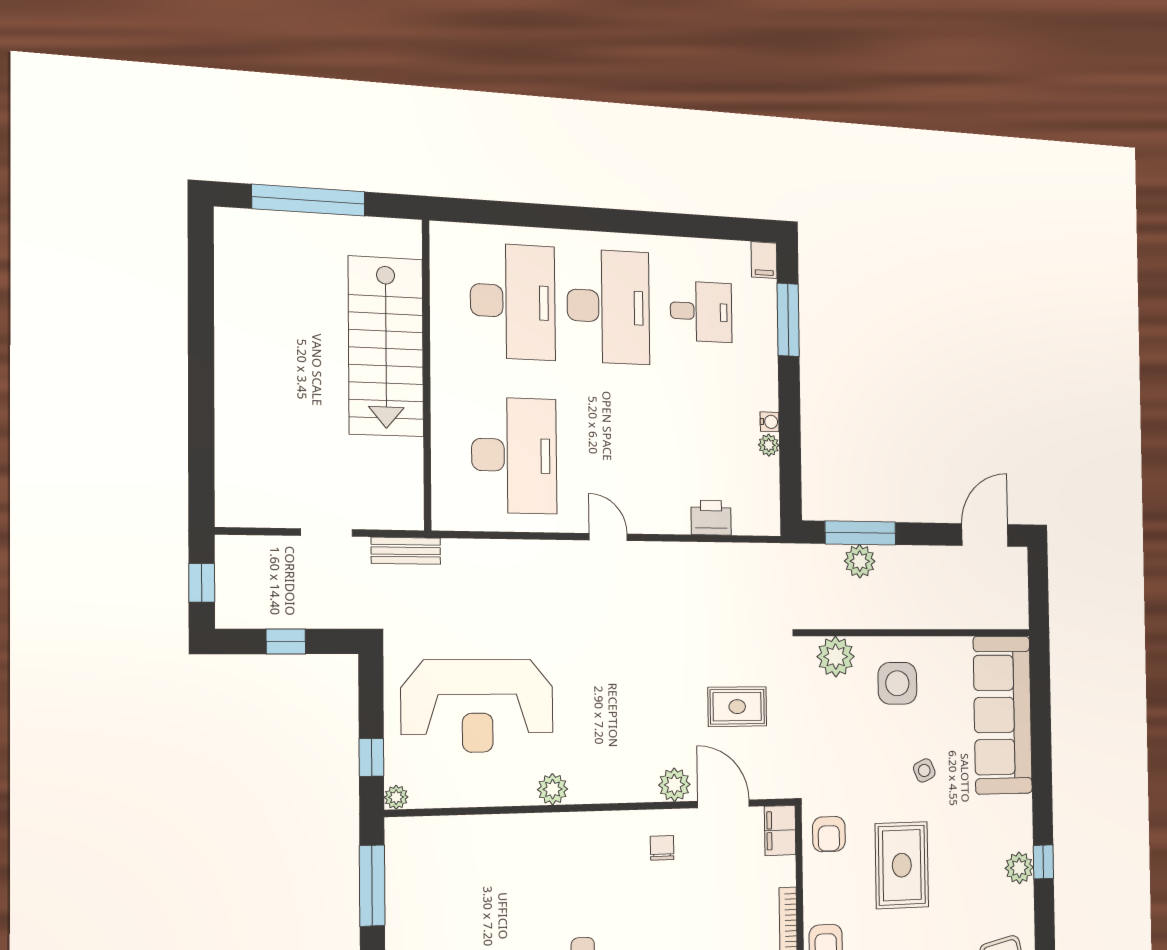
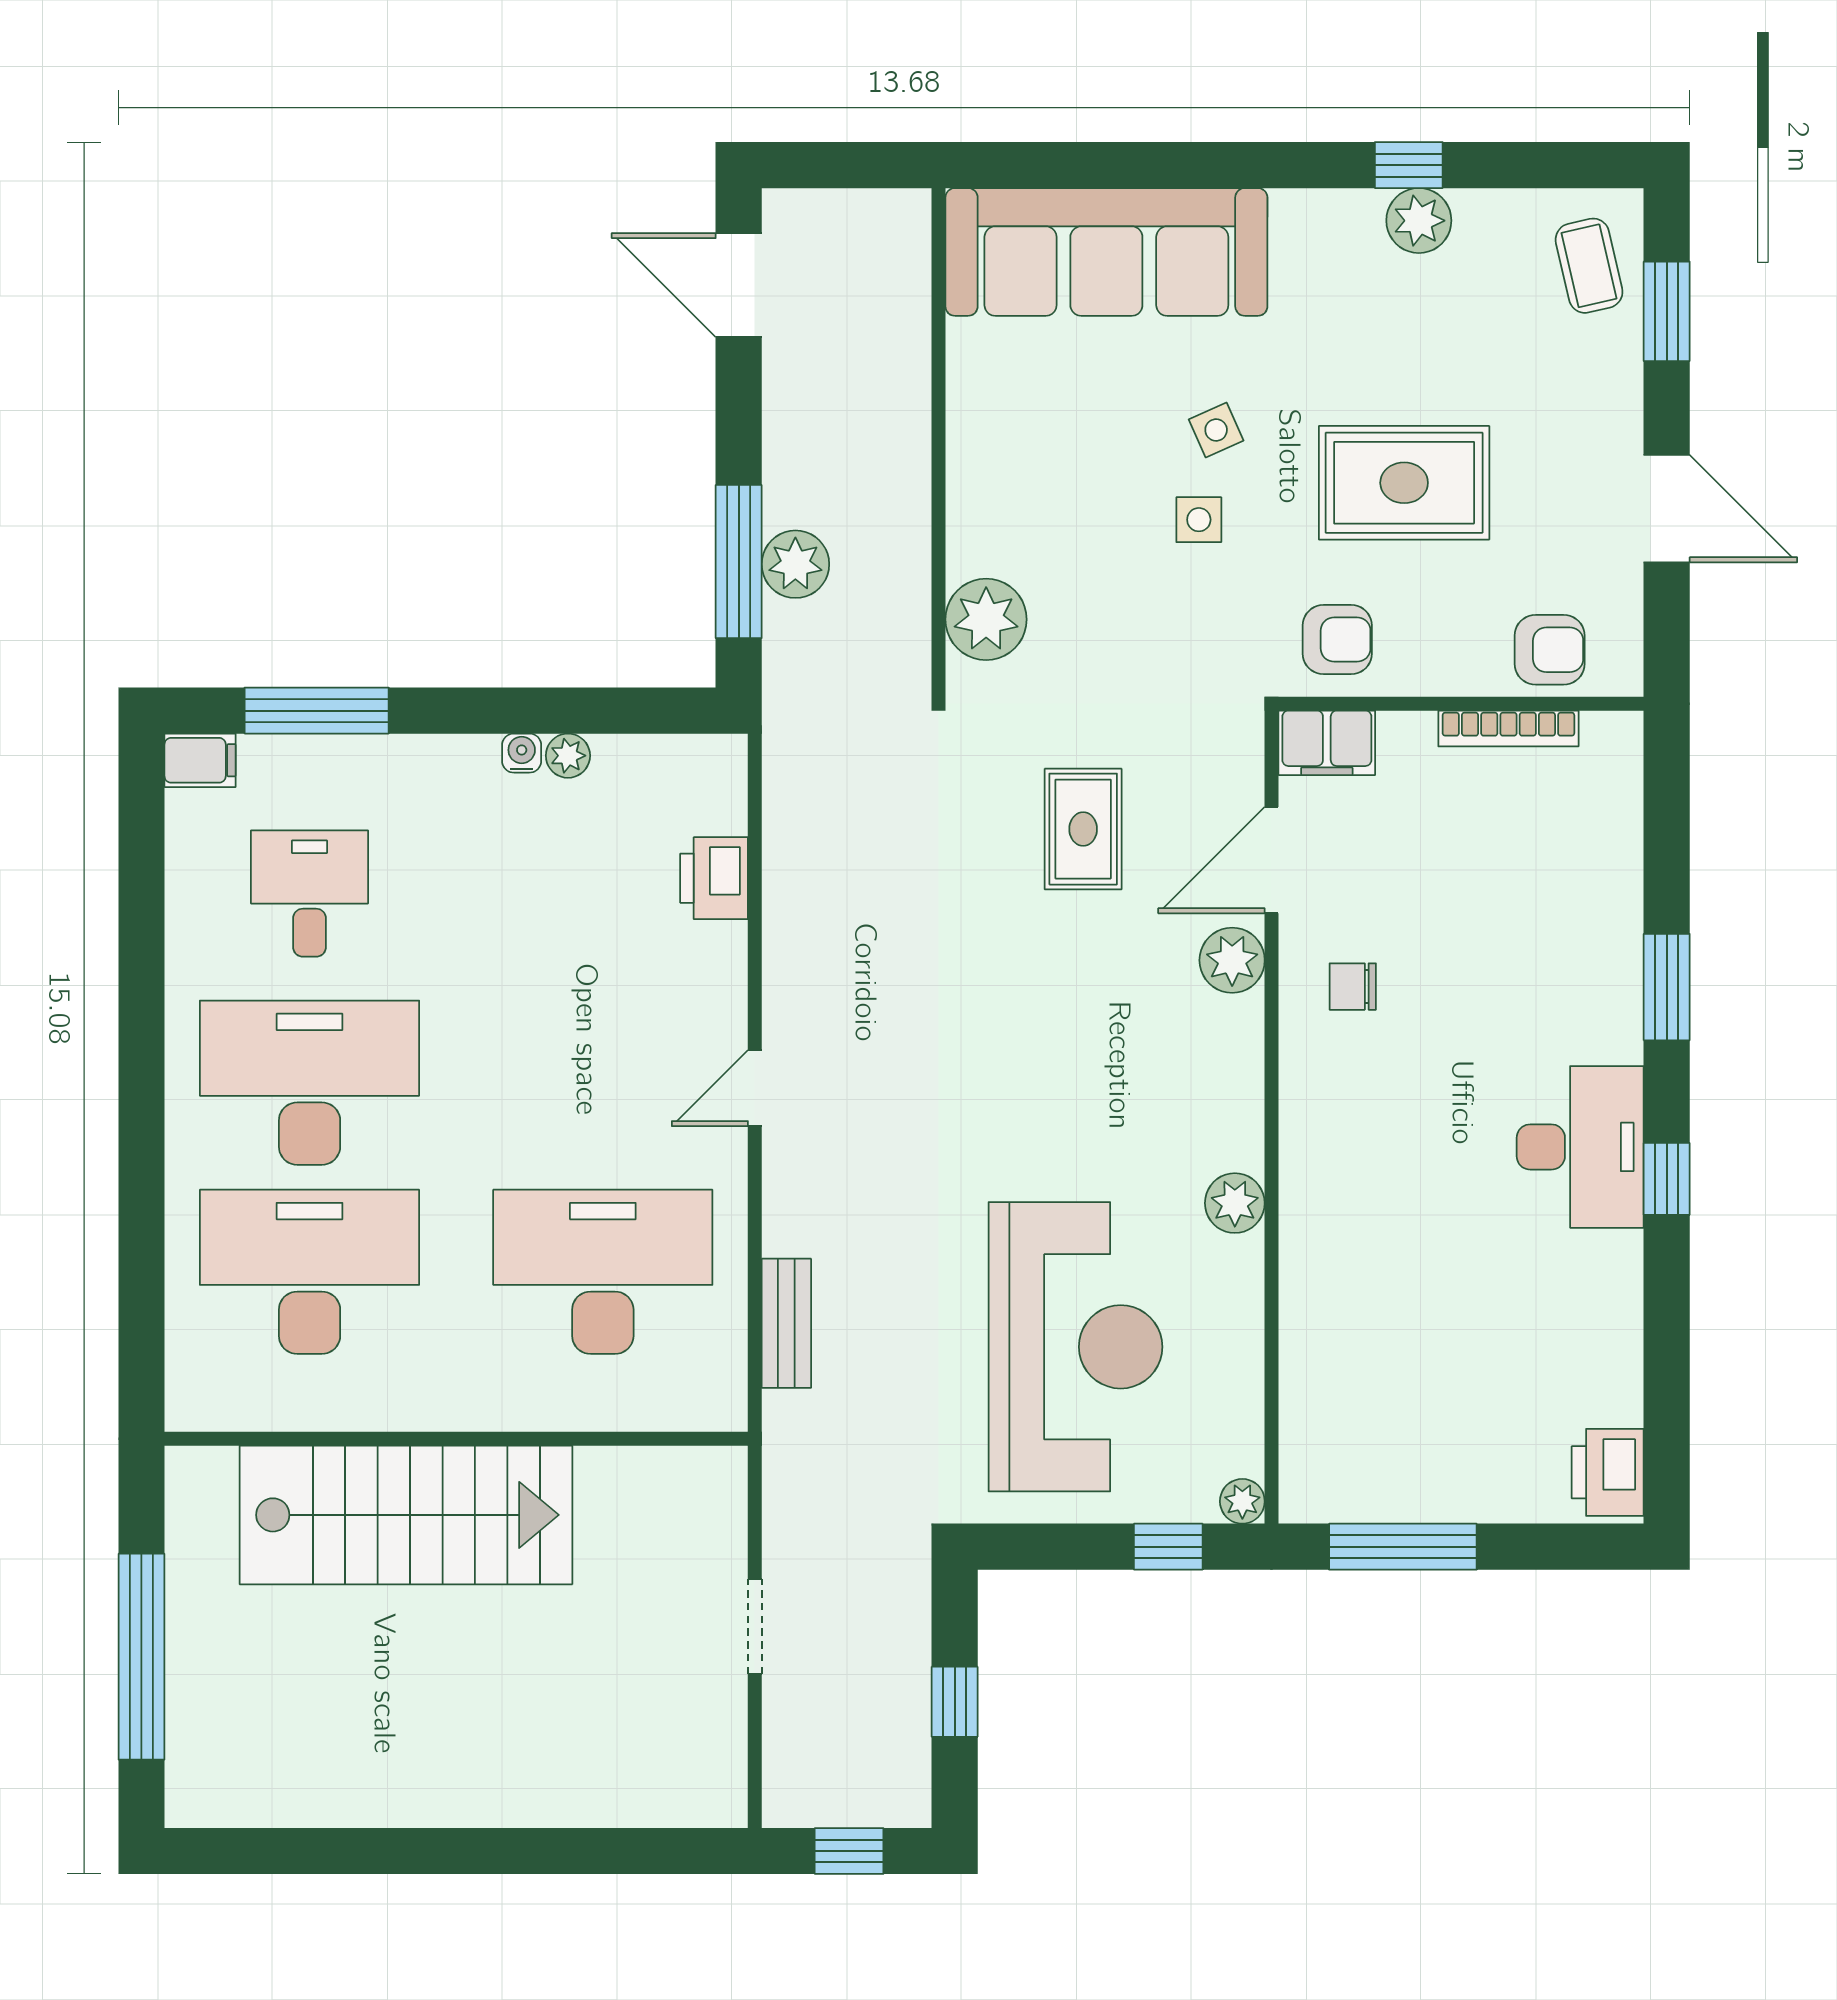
bench: (406, 551) -> (786, 1323), moved
side table: (897, 683) -> (1199, 520), moved, width x0.54, depth x0.54

